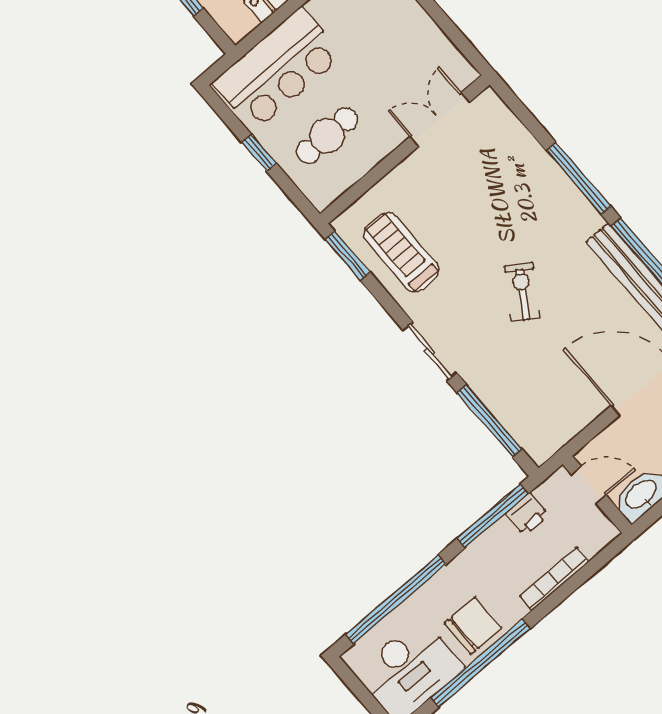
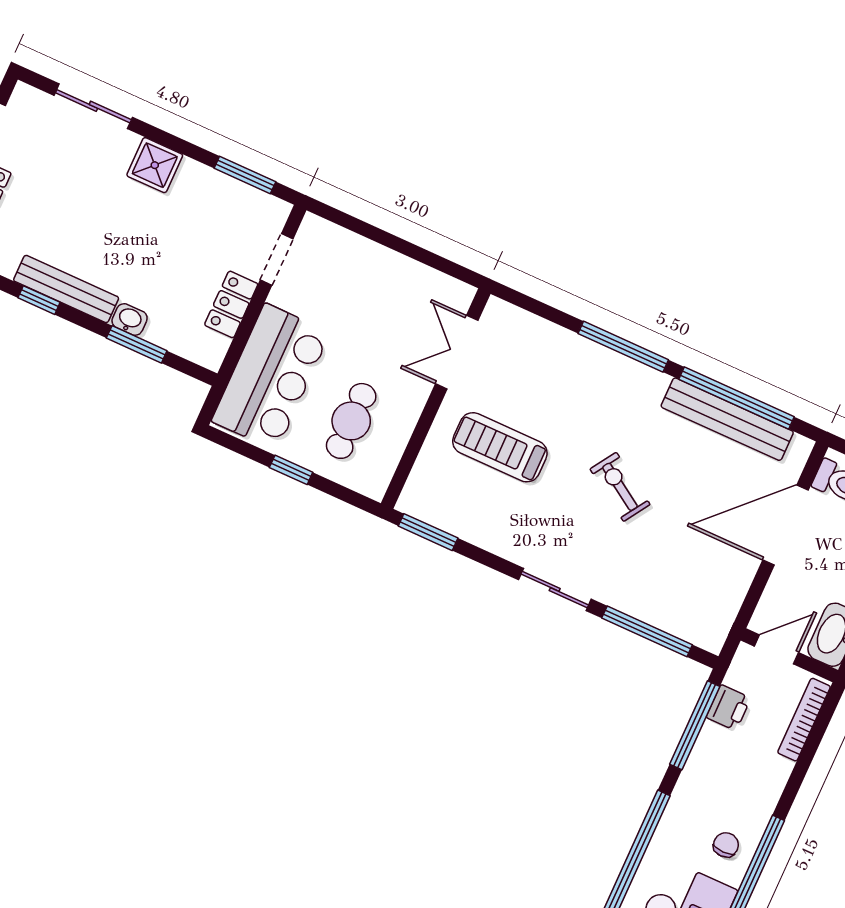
treadmill: (401, 252) -> (500, 447), moved
bookcase: (554, 579) -> (804, 720), moved
chair: (473, 626) -> (726, 845), width x0.54, depth x0.54

